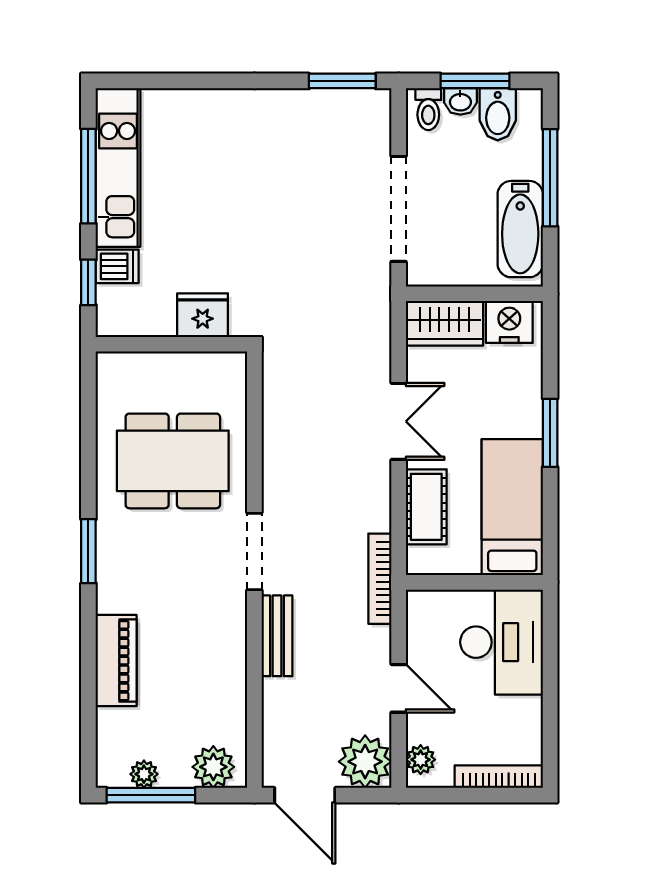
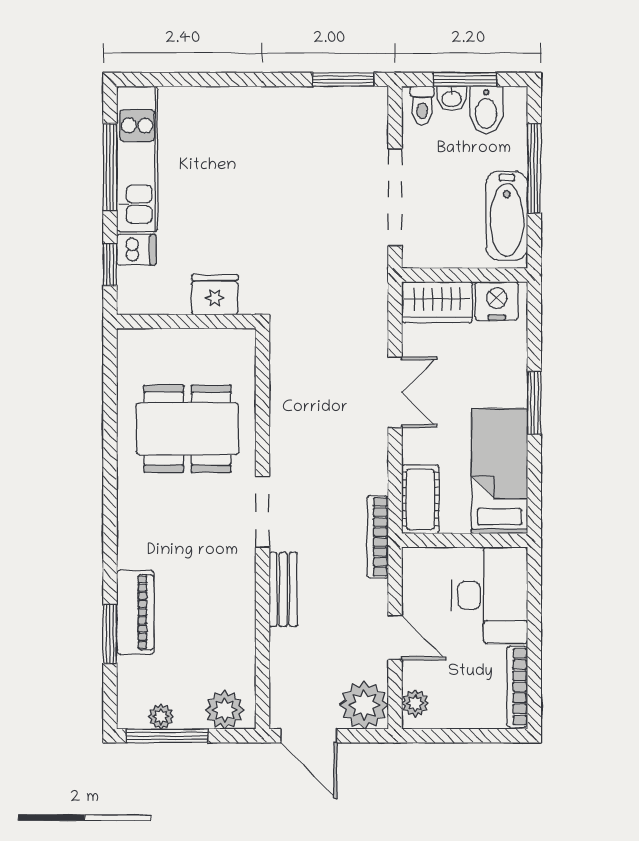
cot: (426, 507) -> (420, 499), moved
window: (88, 551) -> (110, 634), moved
bookcase: (499, 777) -> (517, 687), moved, turned -90

